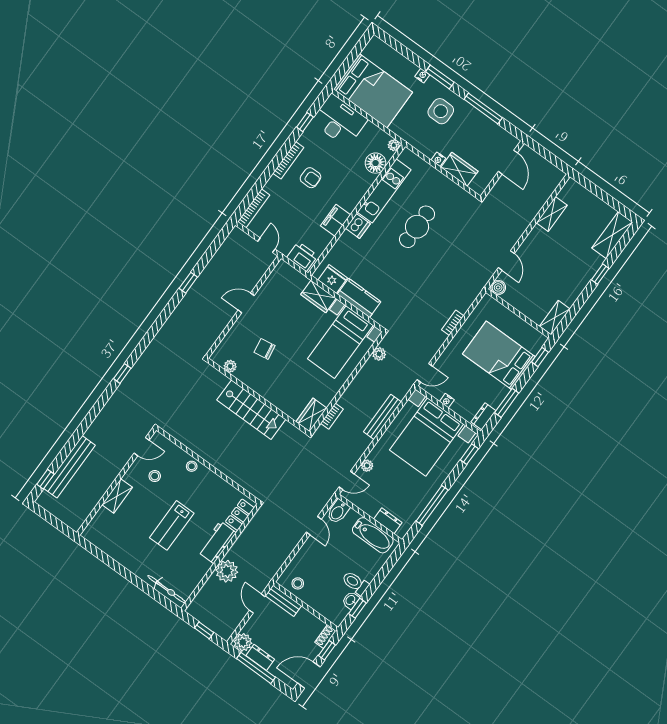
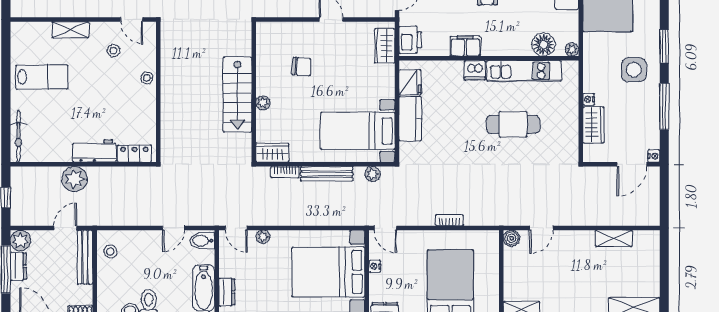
nightstand: (422, 76) -> (654, 156), moved
wardrobe: (318, 296) -> (385, 46), moved
chair: (265, 349) -> (301, 67), turned 103
plant: (230, 366) -> (263, 103), moved
bench: (382, 417) -> (327, 174), moved
lab bench: (172, 525) -> (42, 77), moved, turned 180
bench: (283, 601) -> (85, 257), width x1.36

